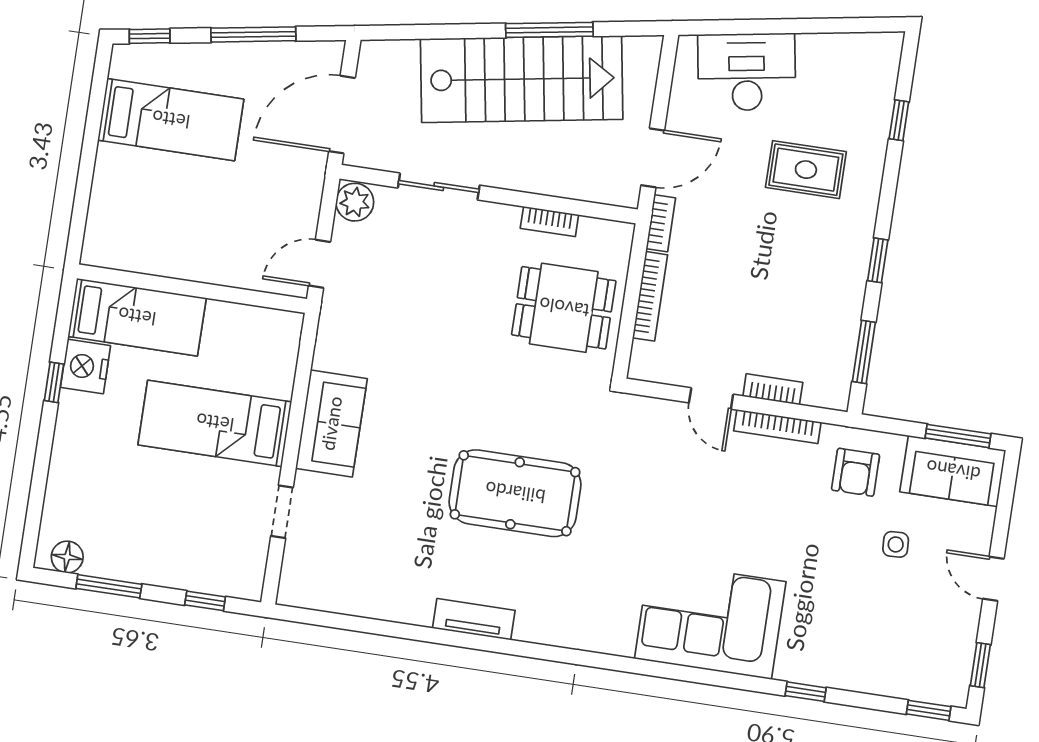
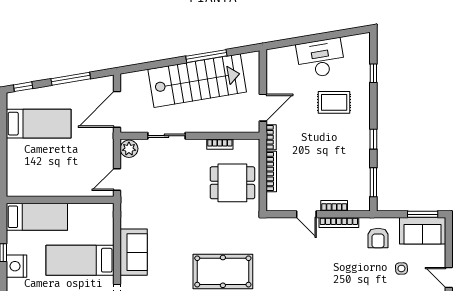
desk: (747, 72) -> (321, 58), moved
nightstand: (85, 366) -> (17, 266), moved

